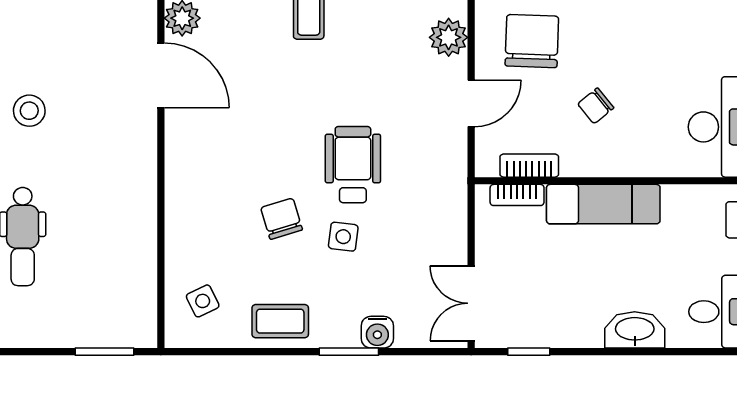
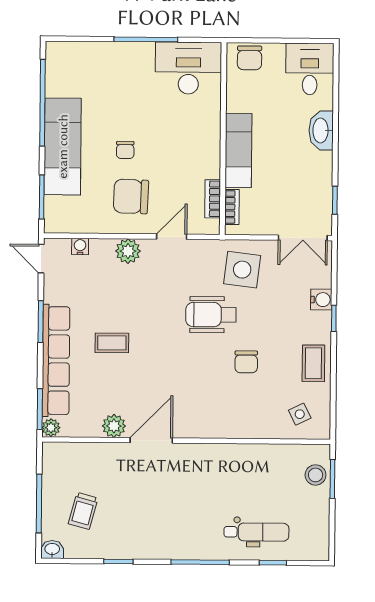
door: (471, 103) -> (172, 237), hinge flipped
chair: (596, 106) -> (125, 150), moved, turned 39
stool: (29, 111) -> (316, 475), moved
chair: (282, 219) -> (246, 362), turned -73
side table: (343, 237) -> (242, 270), moved, width x1.87, depth x1.87
window: (349, 352) -> (334, 318), width x0.67

